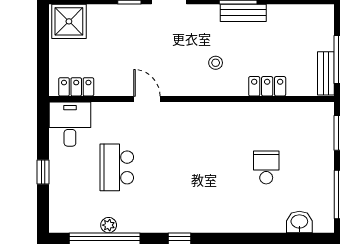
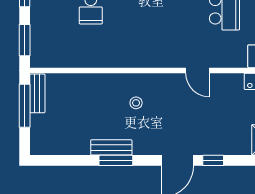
locker: (267, 86) -> (90, 82), removed

